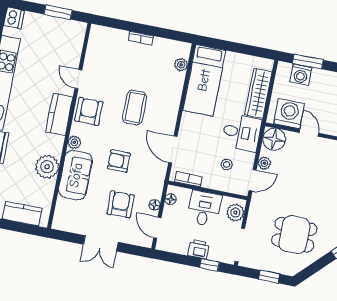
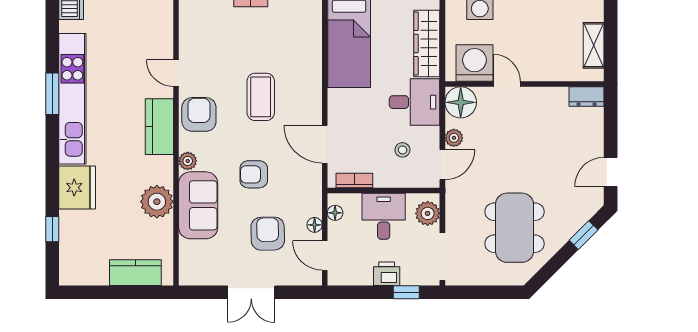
plant: (181, 65) -> (313, 25), removed
dining table: (294, 235) -> (515, 228), width x1.38
window: (269, 277) -> (491, 292), removed

